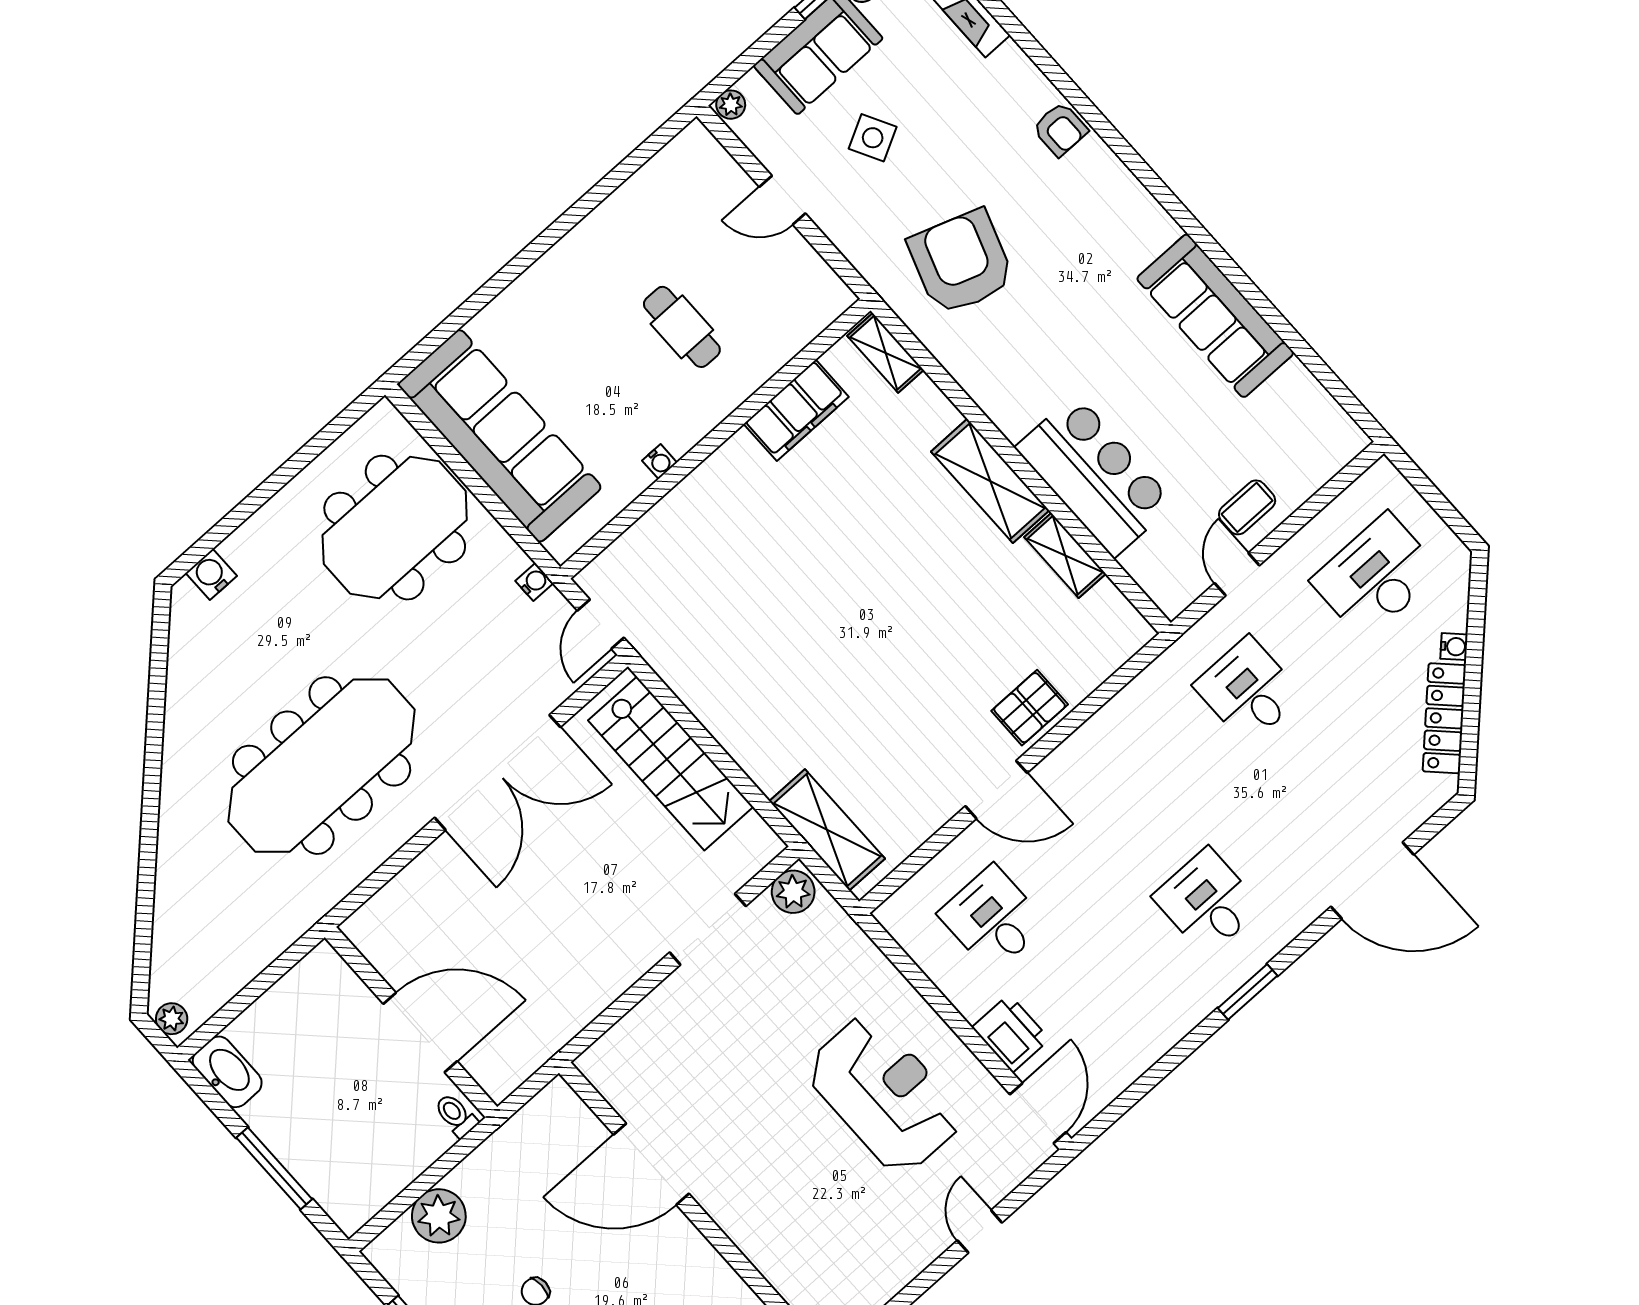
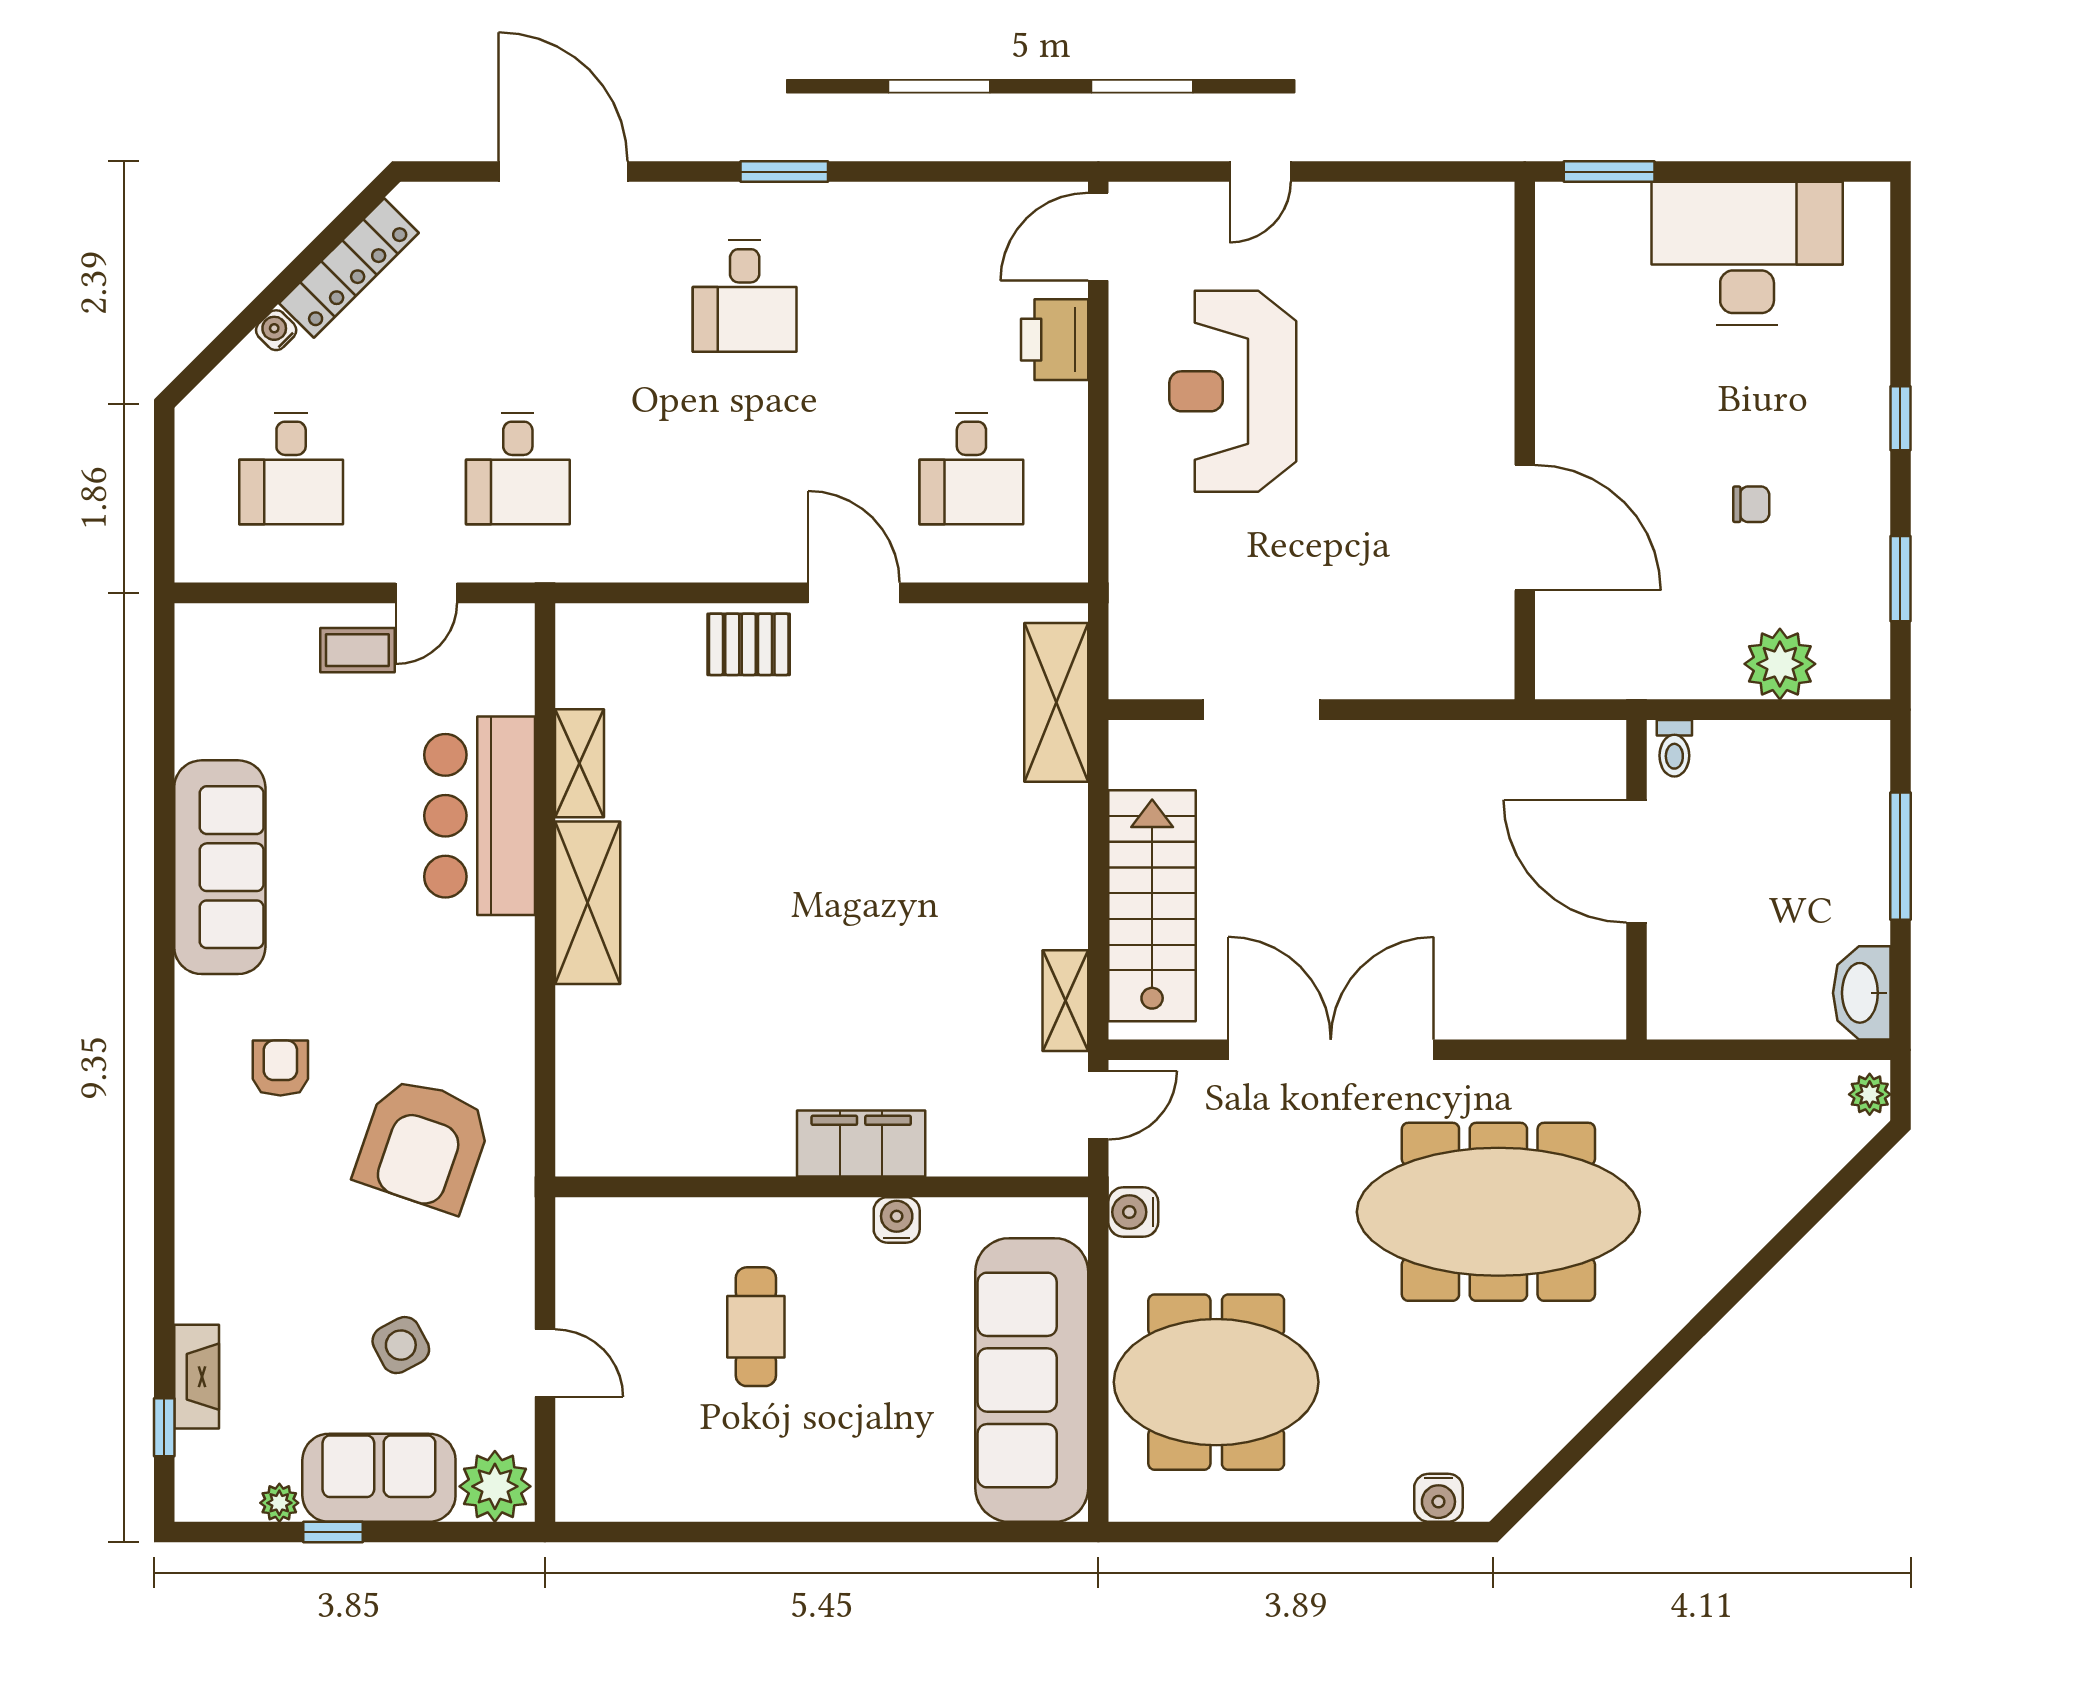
plant: (731, 105) -> (495, 1486), width x1.88, depth x1.88
armchair: (1060, 129) -> (280, 1068), moved
shelving: (886, 353) -> (1065, 1001), moved
filing cabinet: (796, 410) -> (861, 1144), moved
water cooler: (660, 462) -> (897, 1220), width x1.38, depth x1.38
desk: (1376, 576) -> (291, 468), width x0.73
water cooler: (534, 582) -> (1133, 1212), width x1.38, depth x1.38
plant: (793, 892) -> (1144, 671), removed

